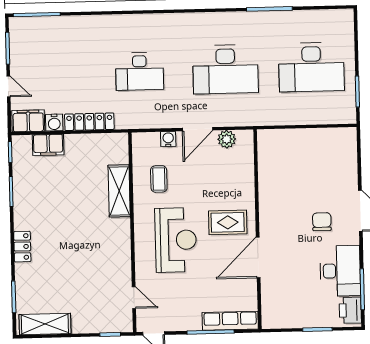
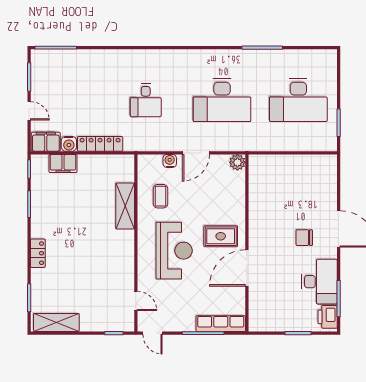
desk: (140, 71) -> (146, 100), width x0.73
plant: (227, 139) -> (237, 162), moved
chair: (322, 222) -> (304, 238), turned -90

